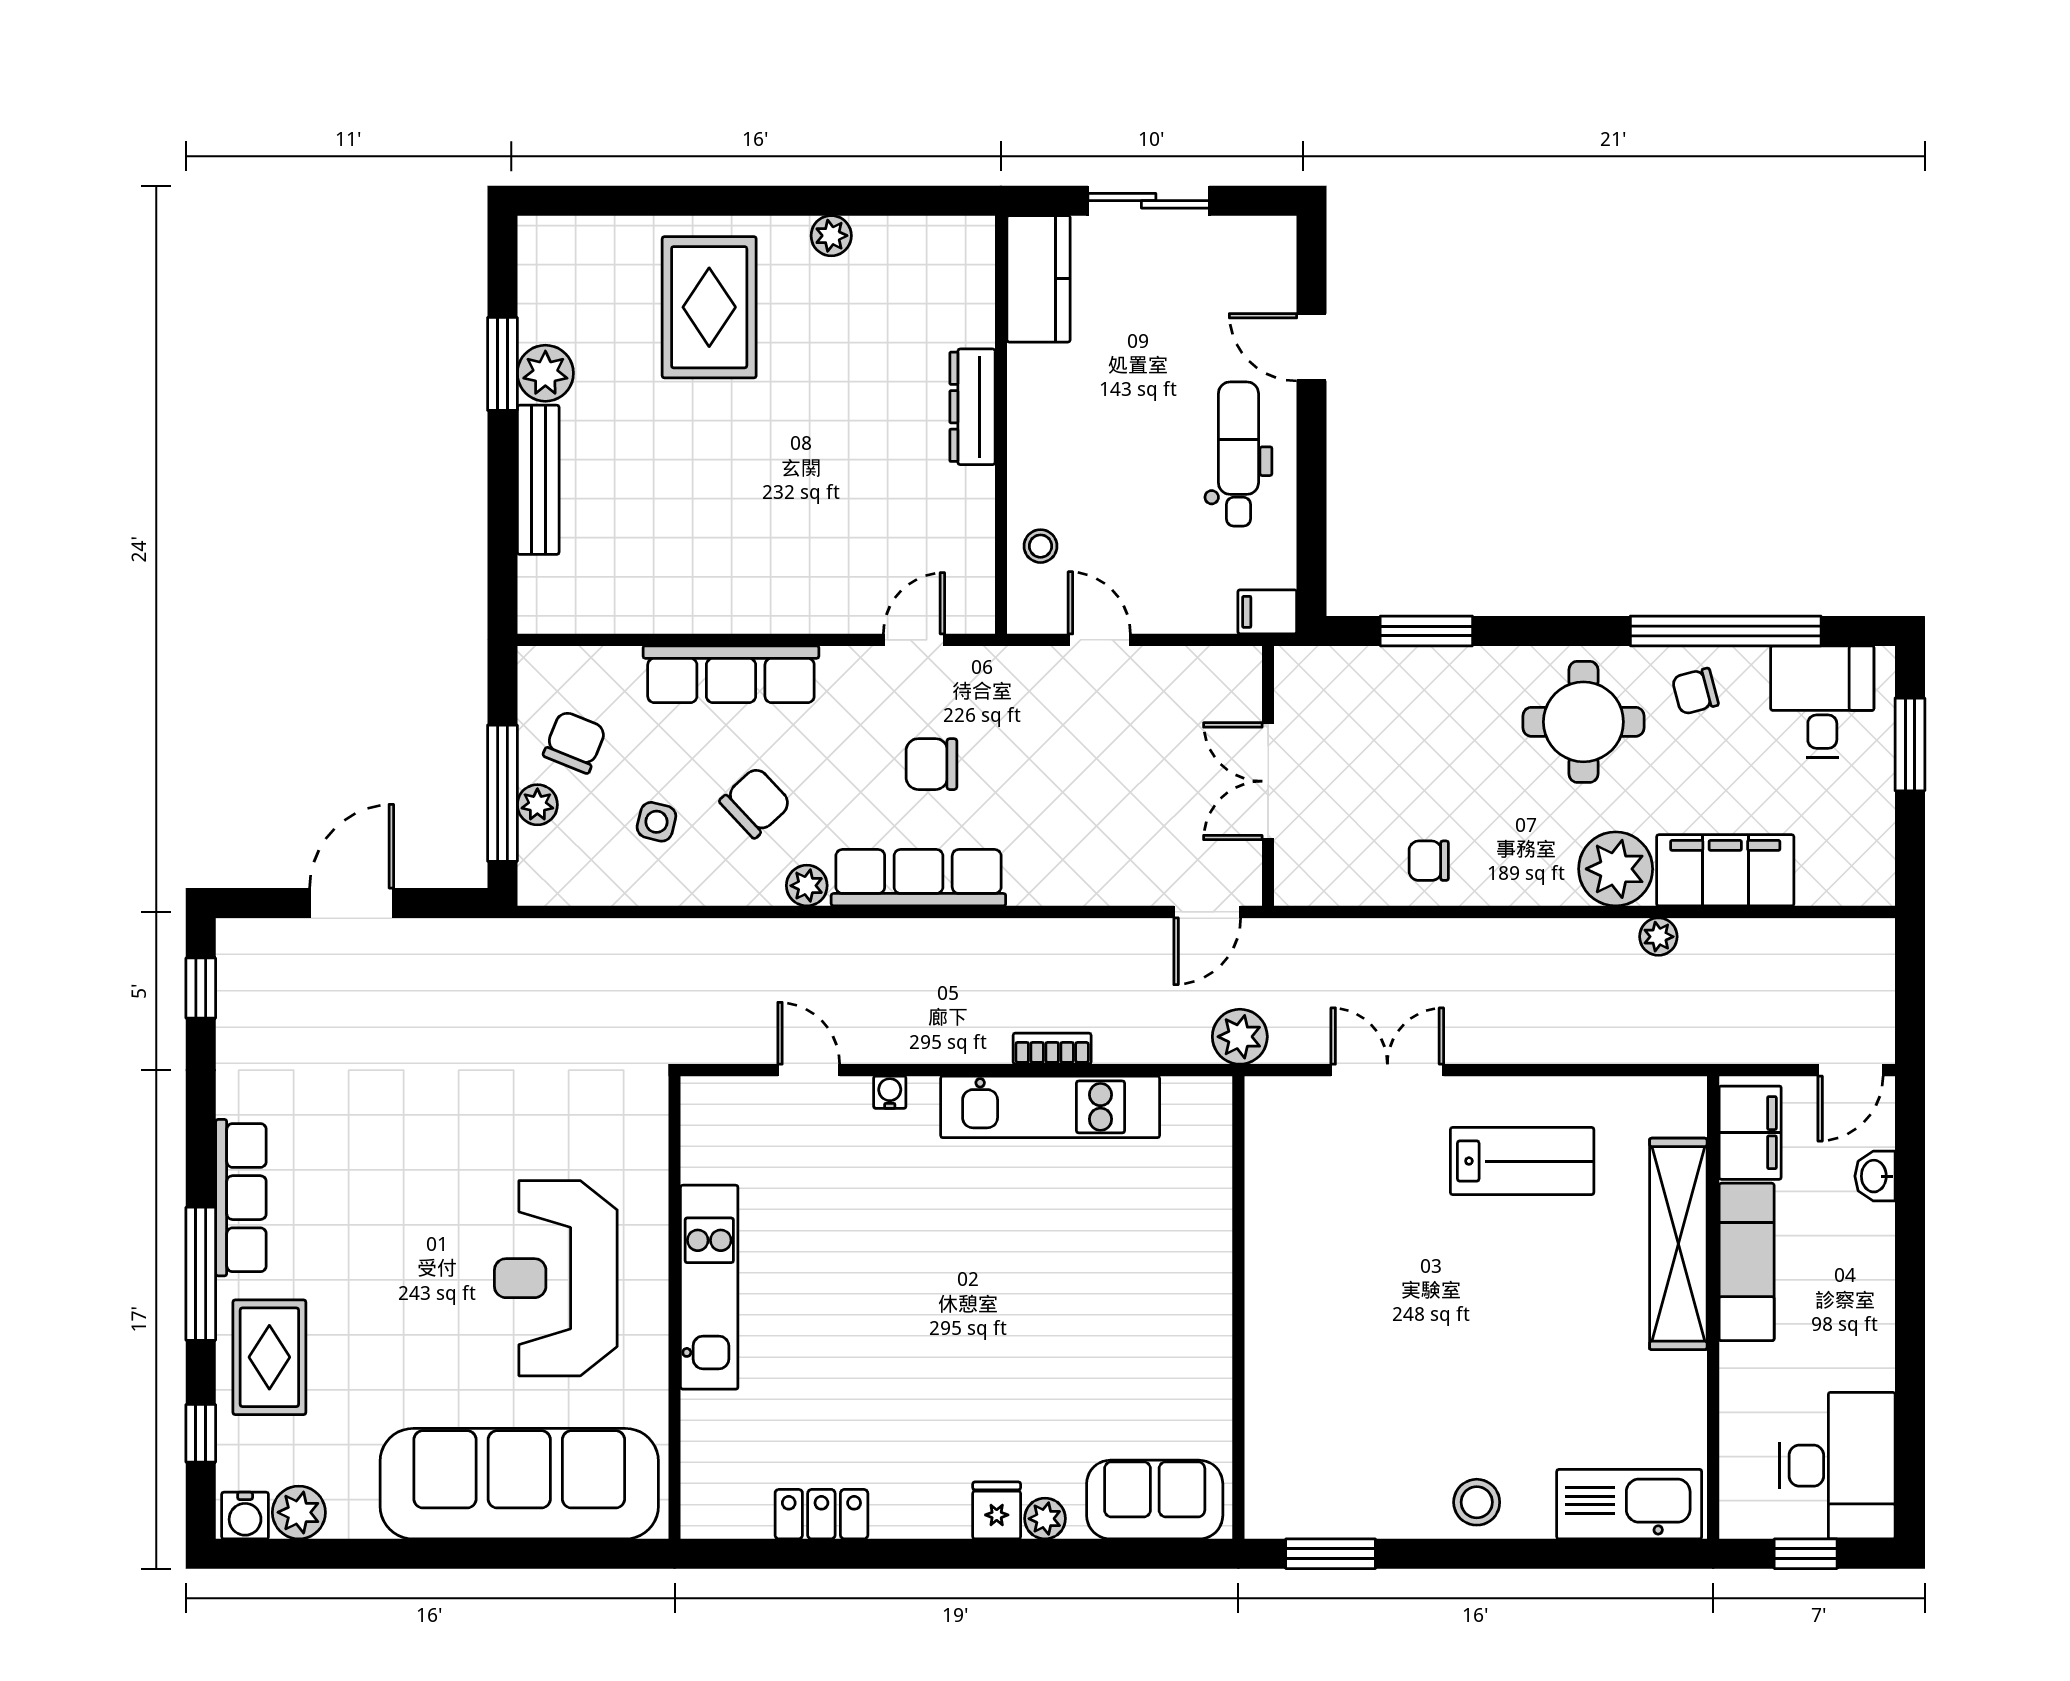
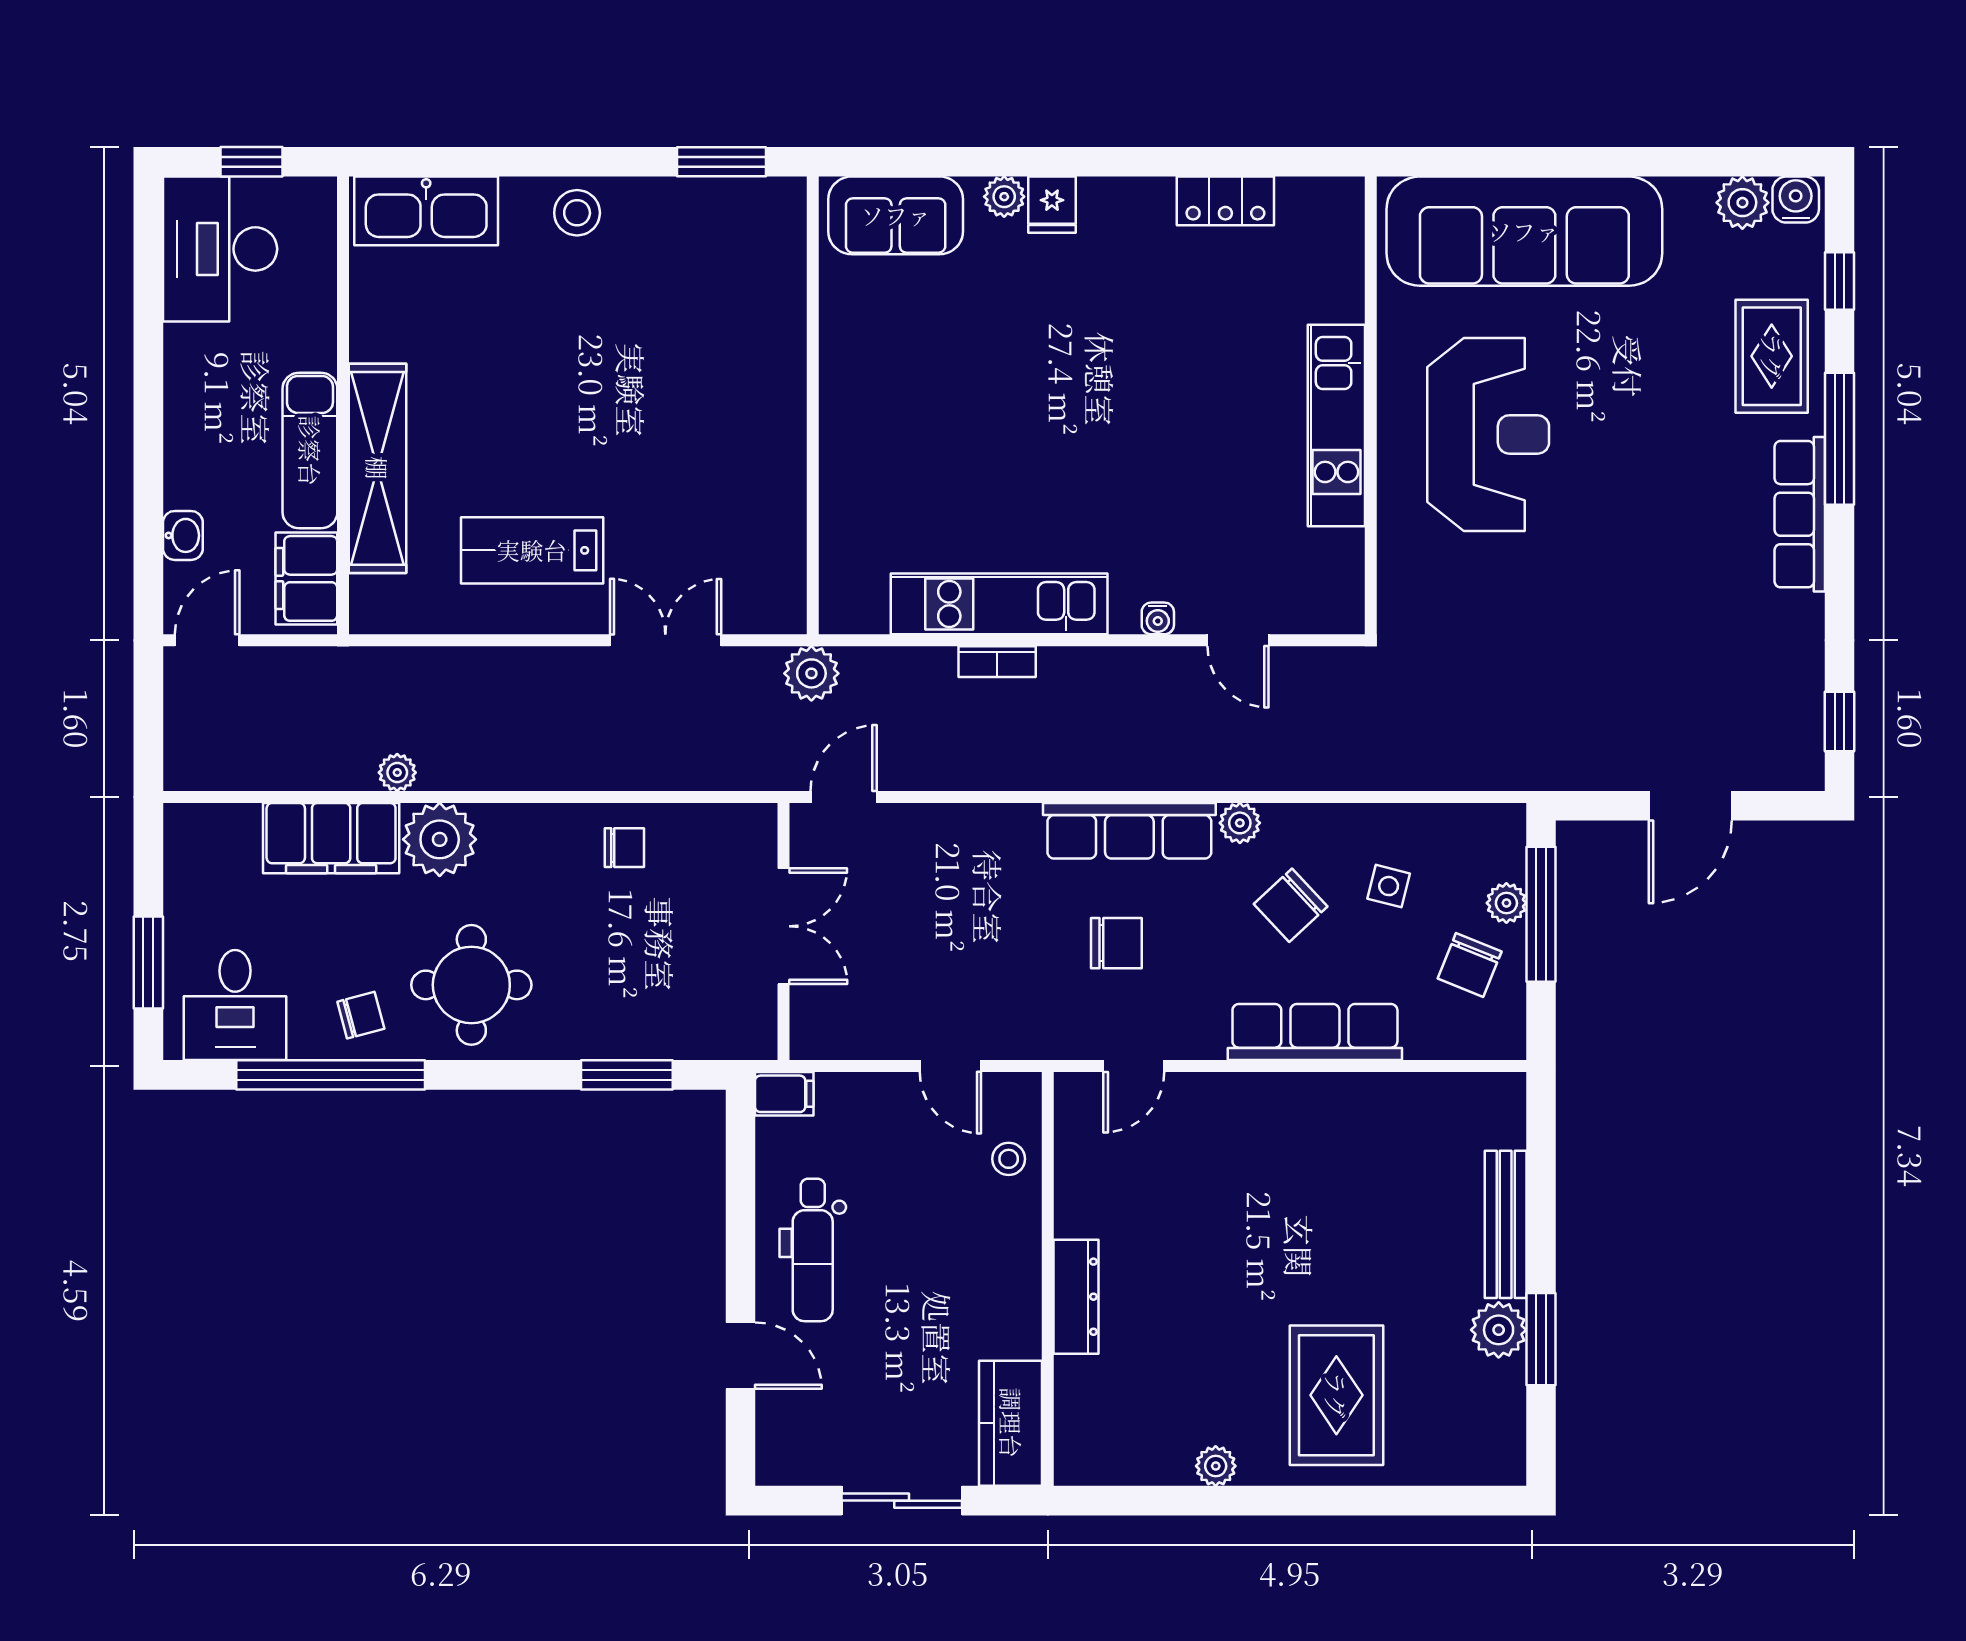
double door: (1387, 1070) -> (665, 640), swing flipped

